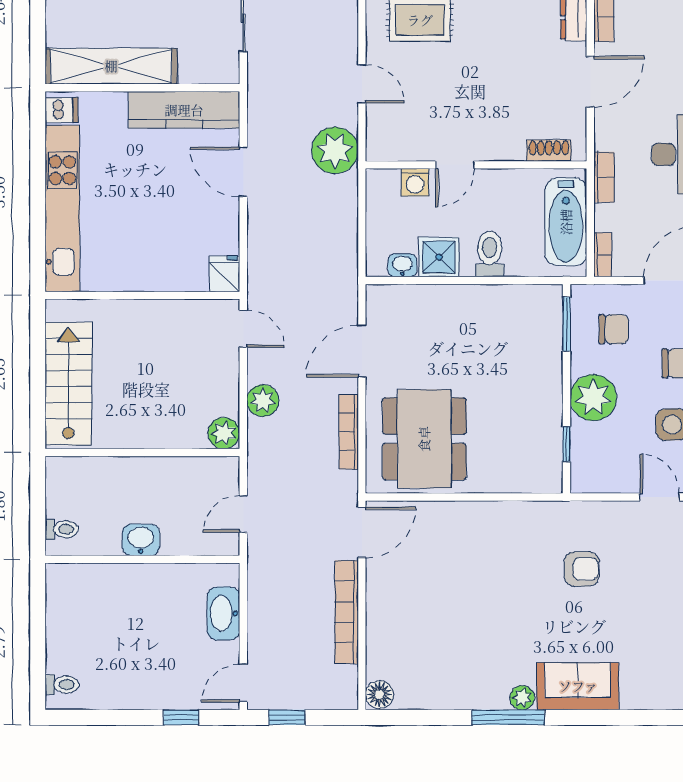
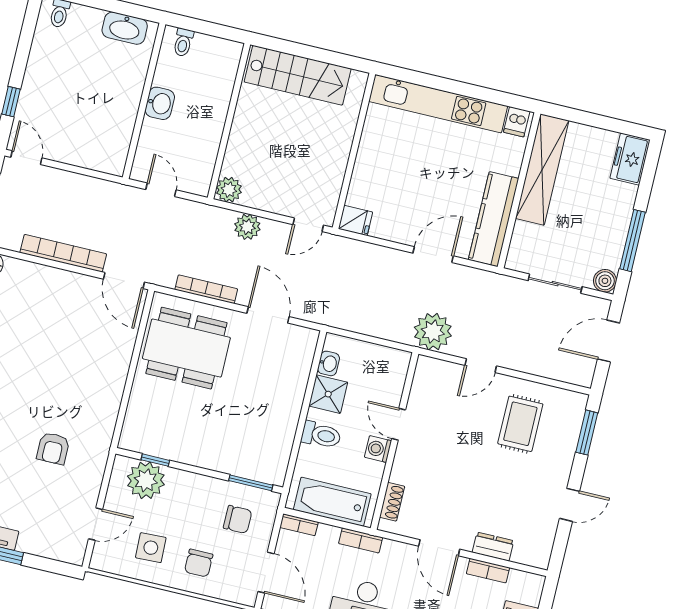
washing machine: (415, 182) -> (378, 449), moved
chair: (614, 329) -> (238, 519), turned -90
plant: (593, 398) -> (146, 480), moved
washbasin: (223, 613) -> (125, 28), moved, turned 180

